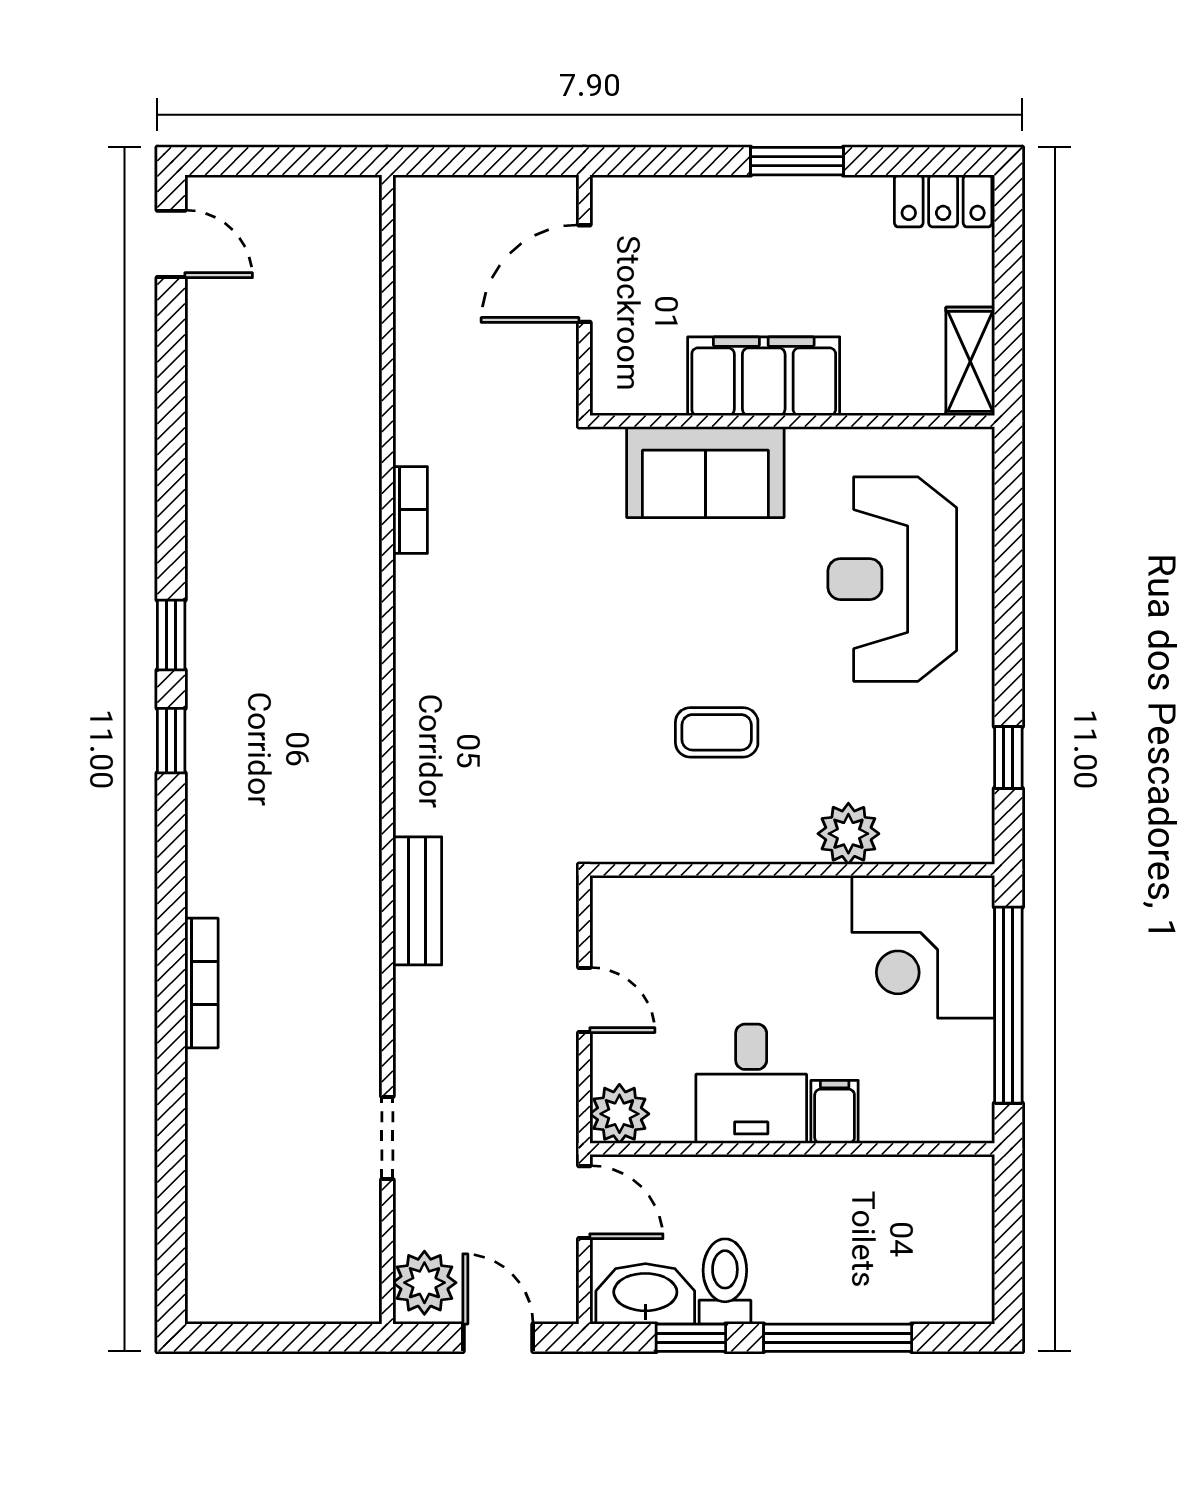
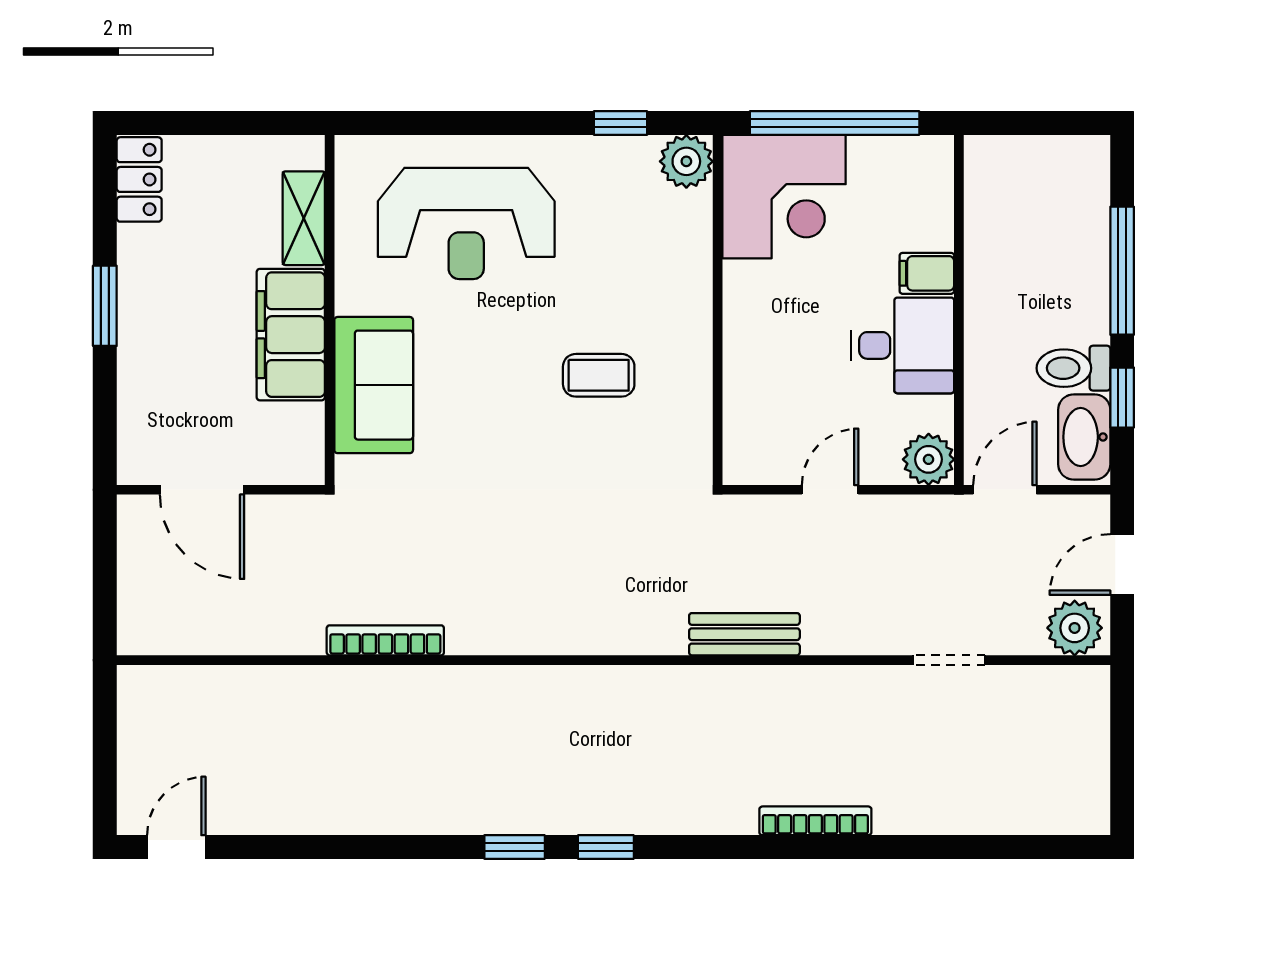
shelving: (970, 361) -> (304, 218), moved, turned 90
bookcase: (410, 510) -> (385, 640), width x1.56
coffee table: (717, 732) -> (599, 375), turned 90
plant: (848, 834) -> (686, 161), moved

